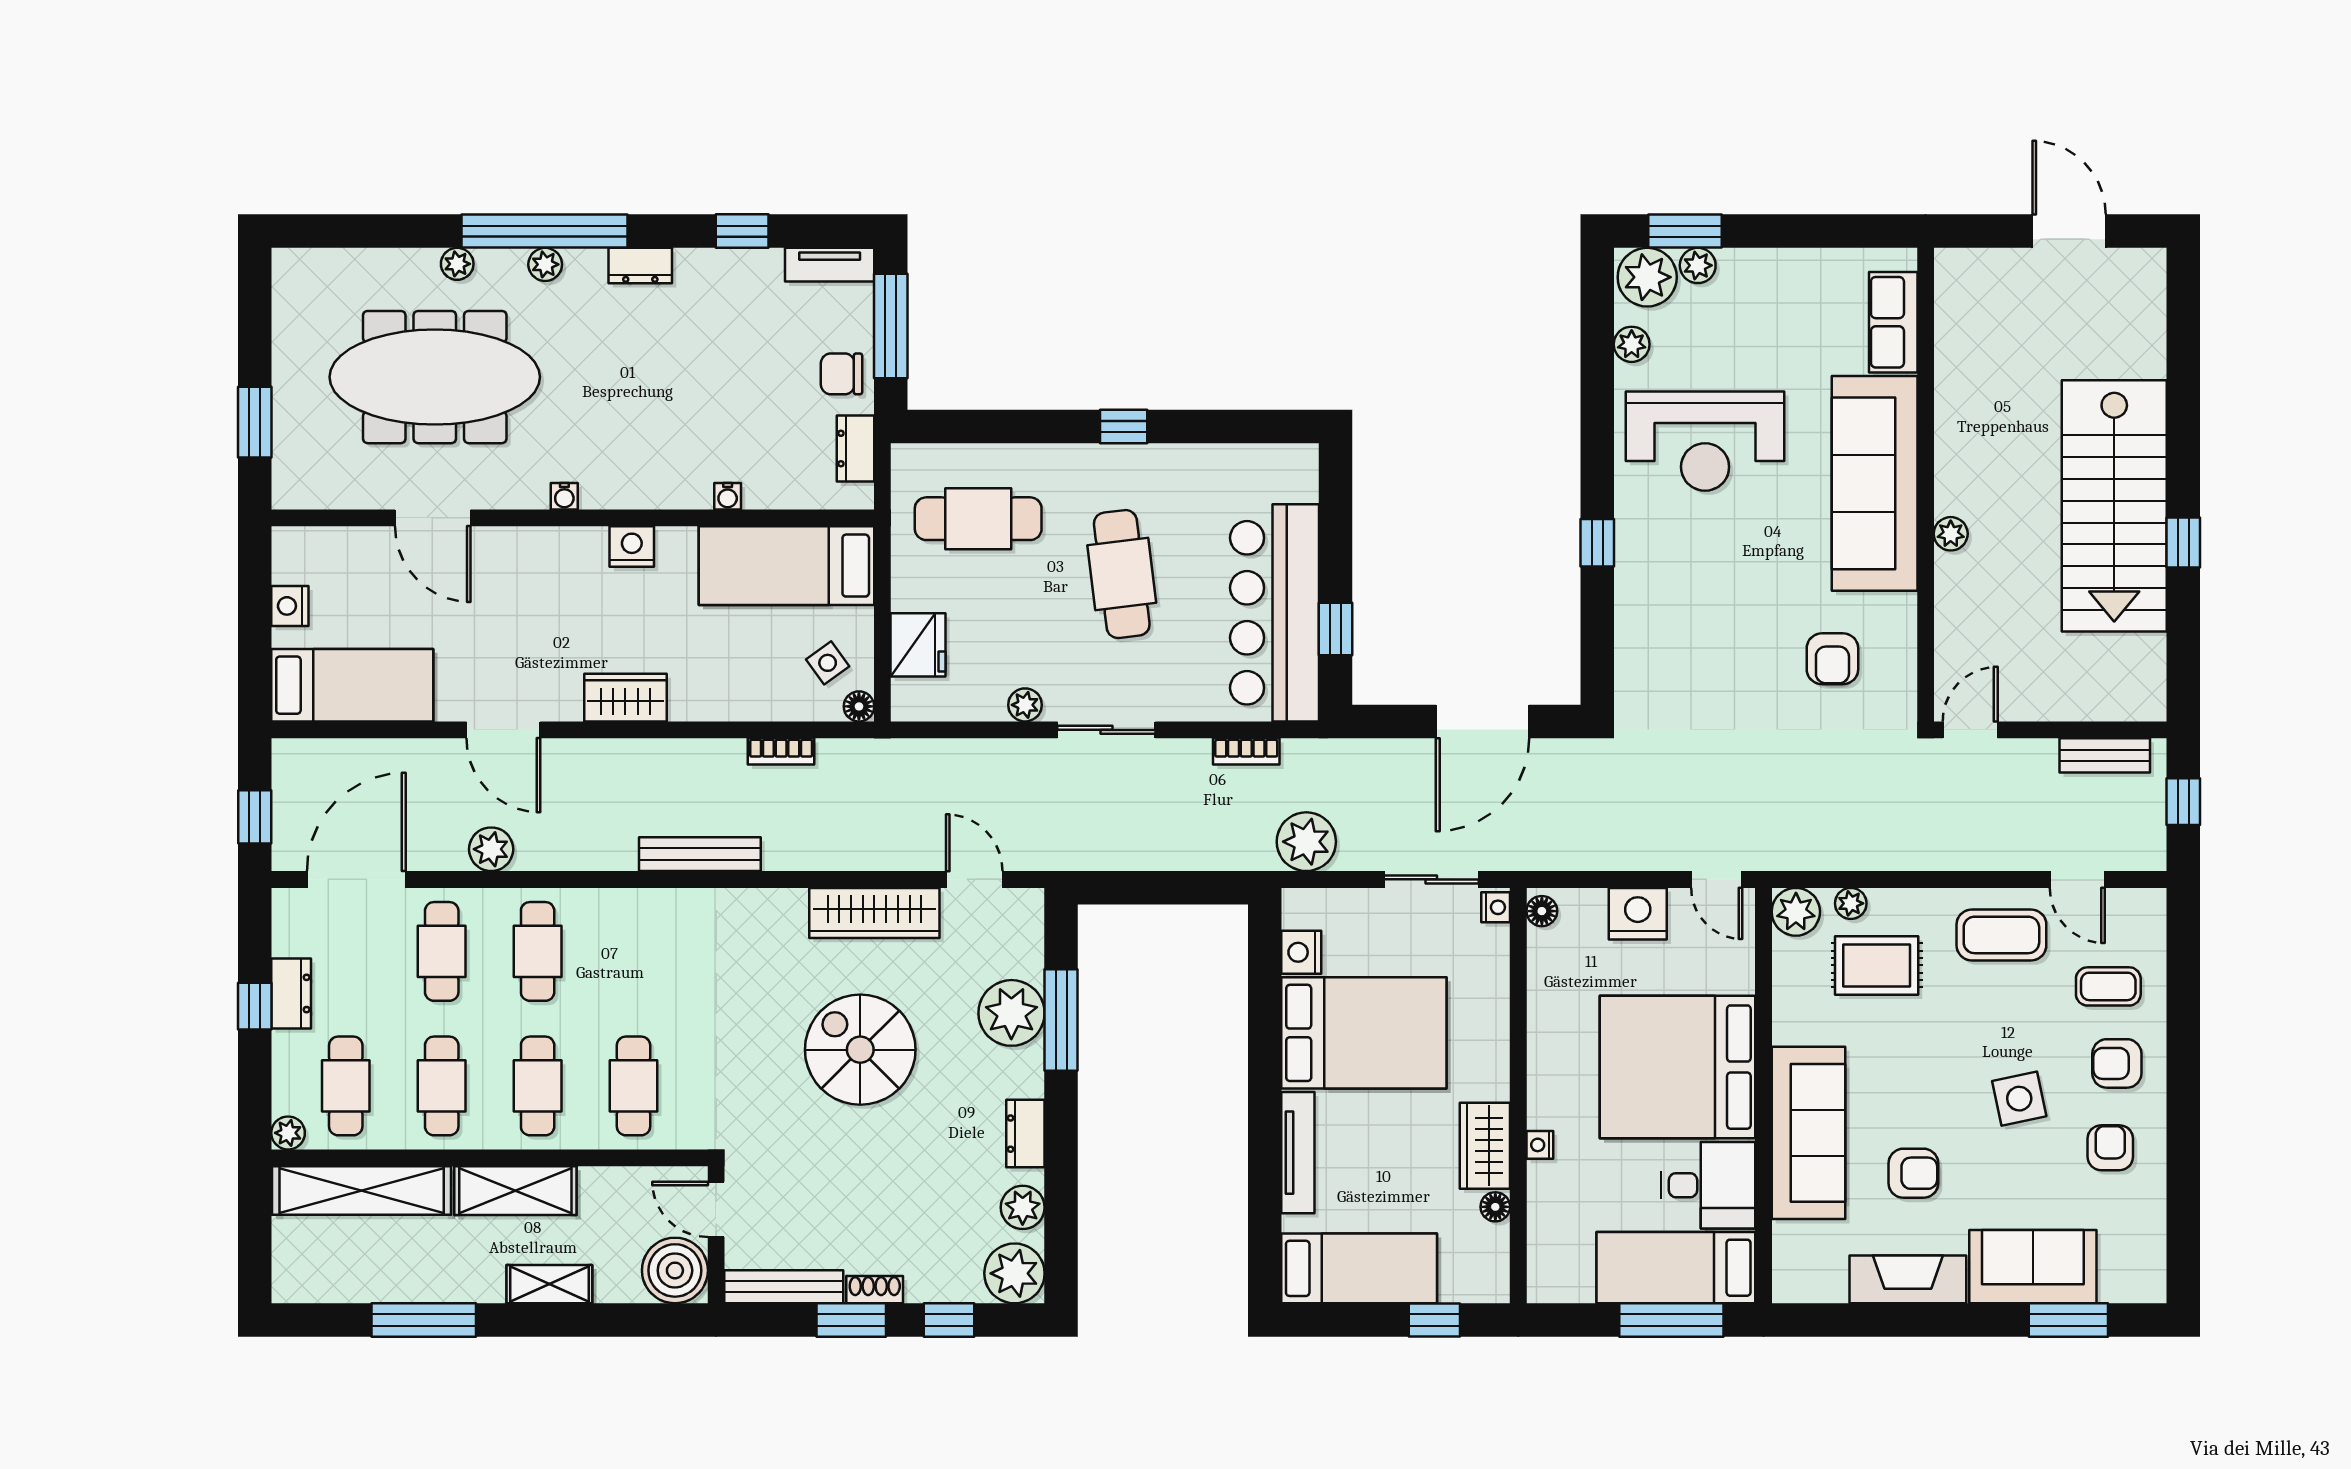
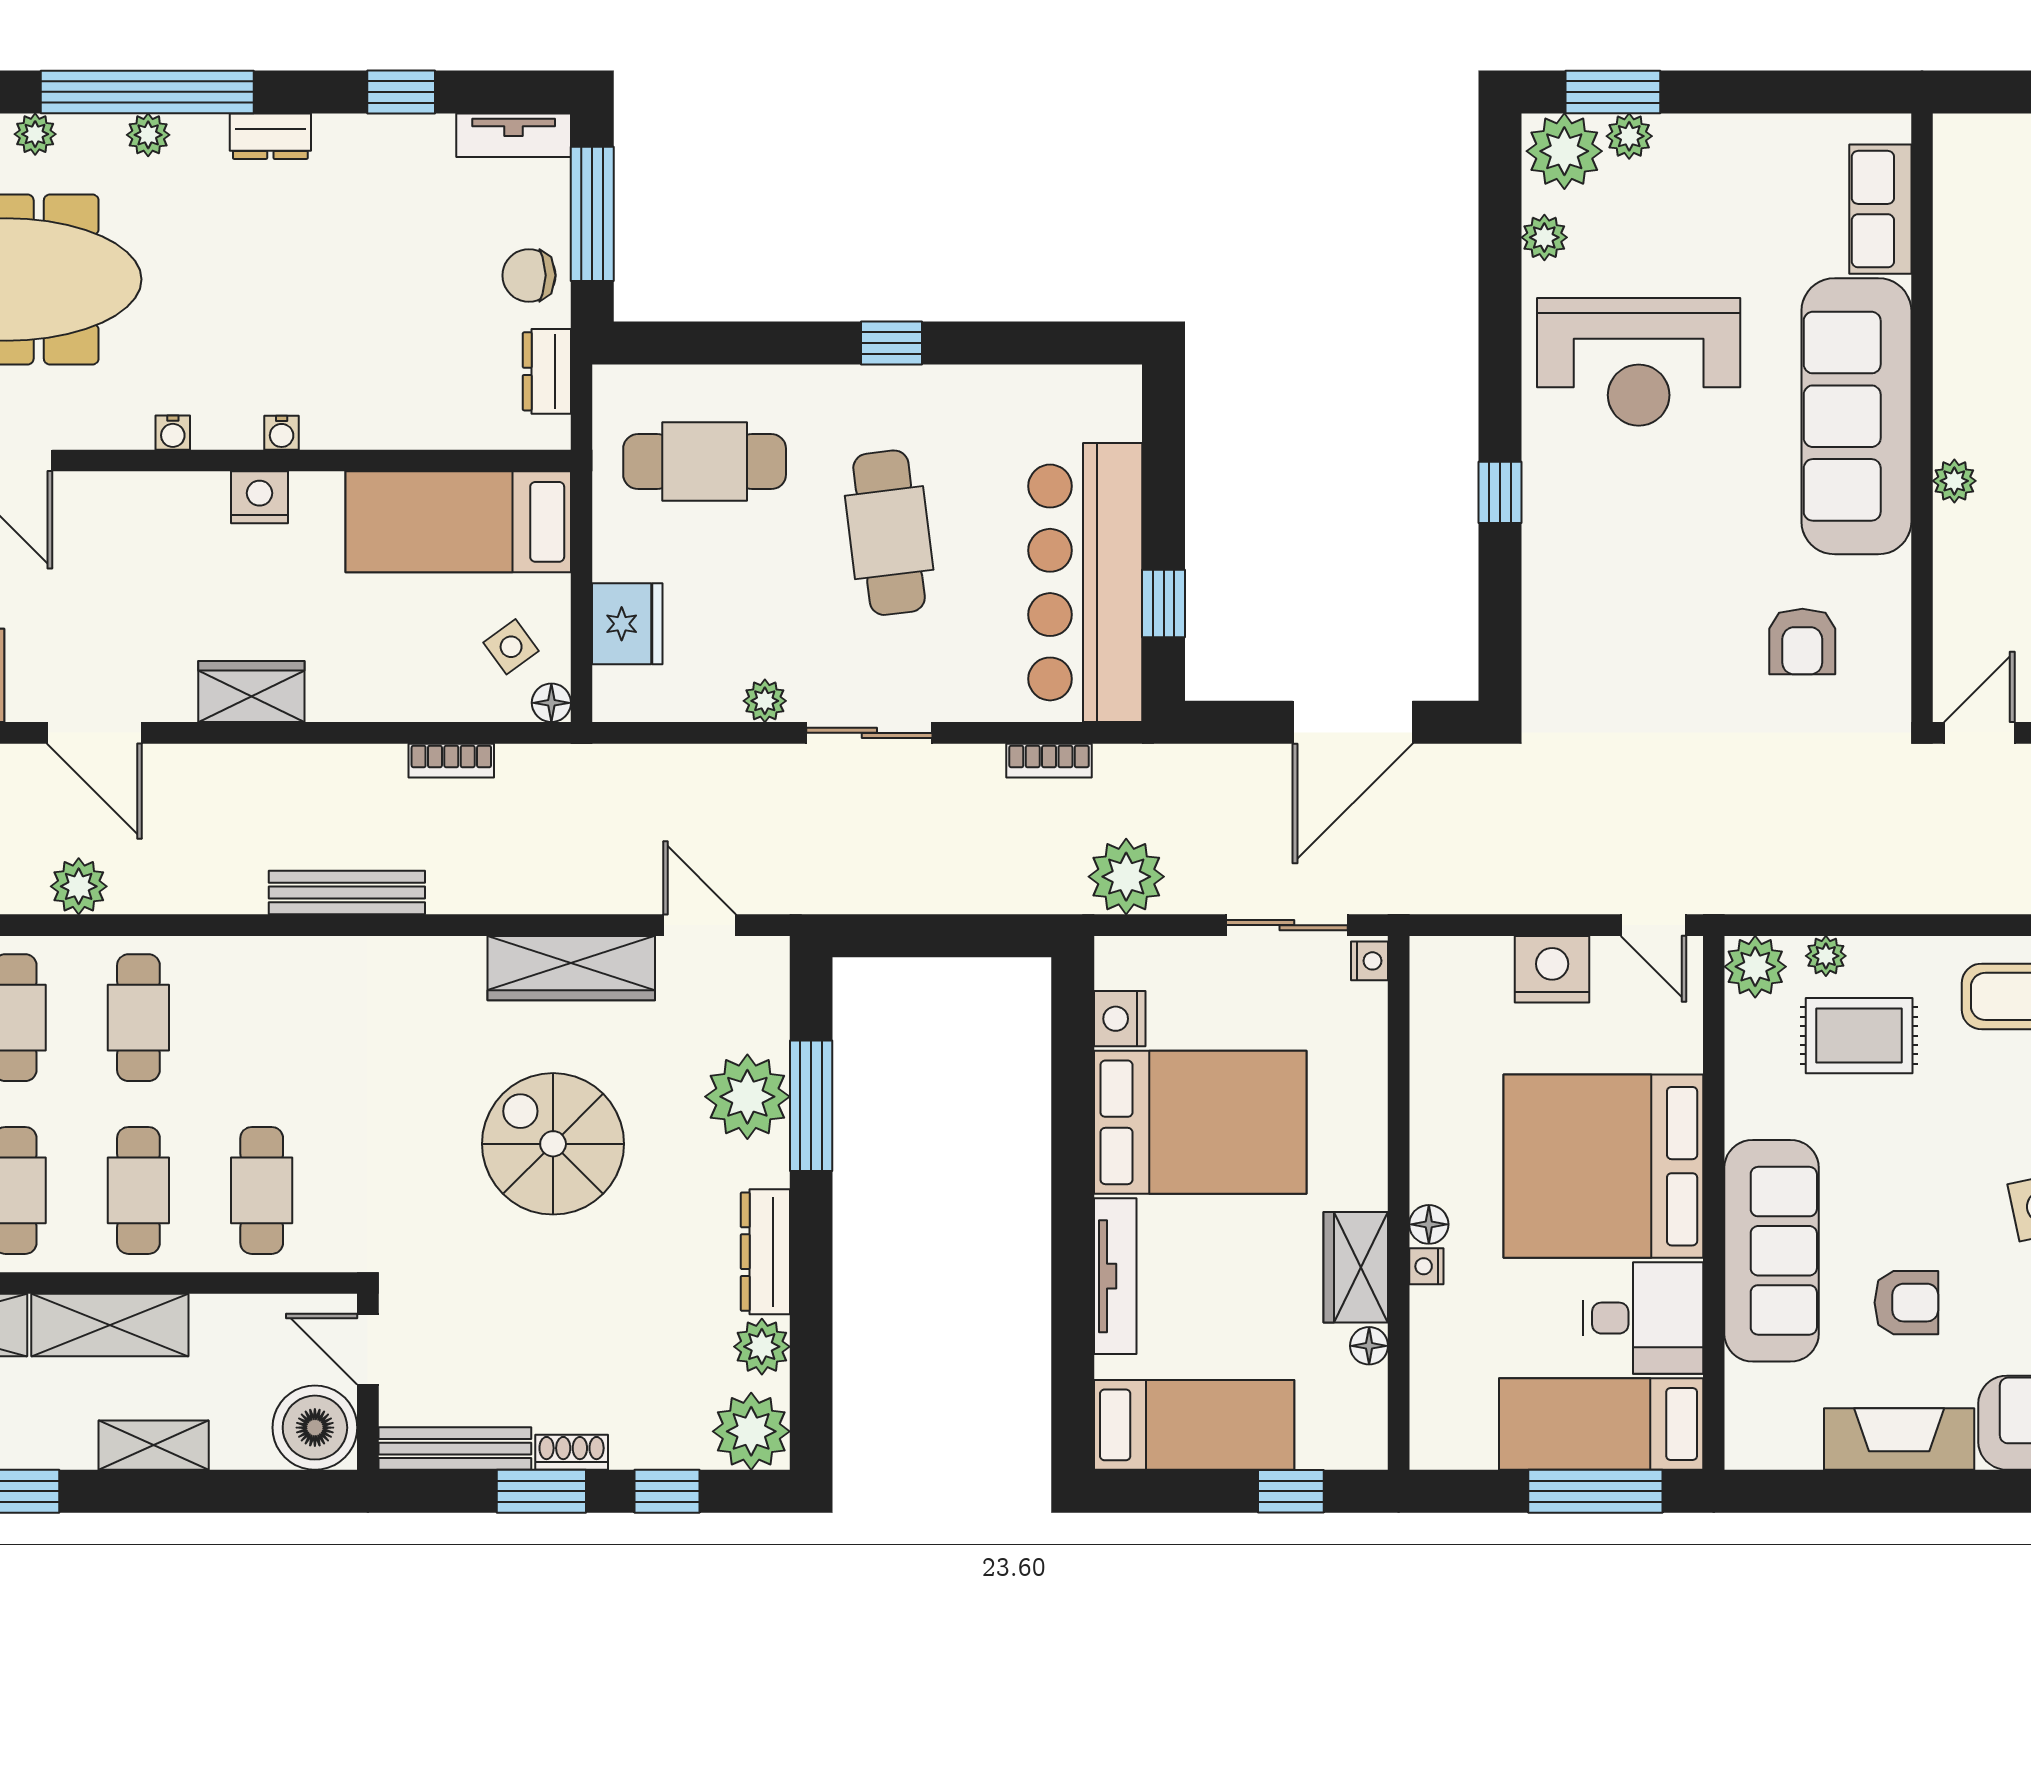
water cooler: (728, 496) -> (282, 433), moved
floor lamp: (1542, 911) -> (1429, 1224), moved
dresser: (1025, 1134) -> (765, 1252), width x1.44

